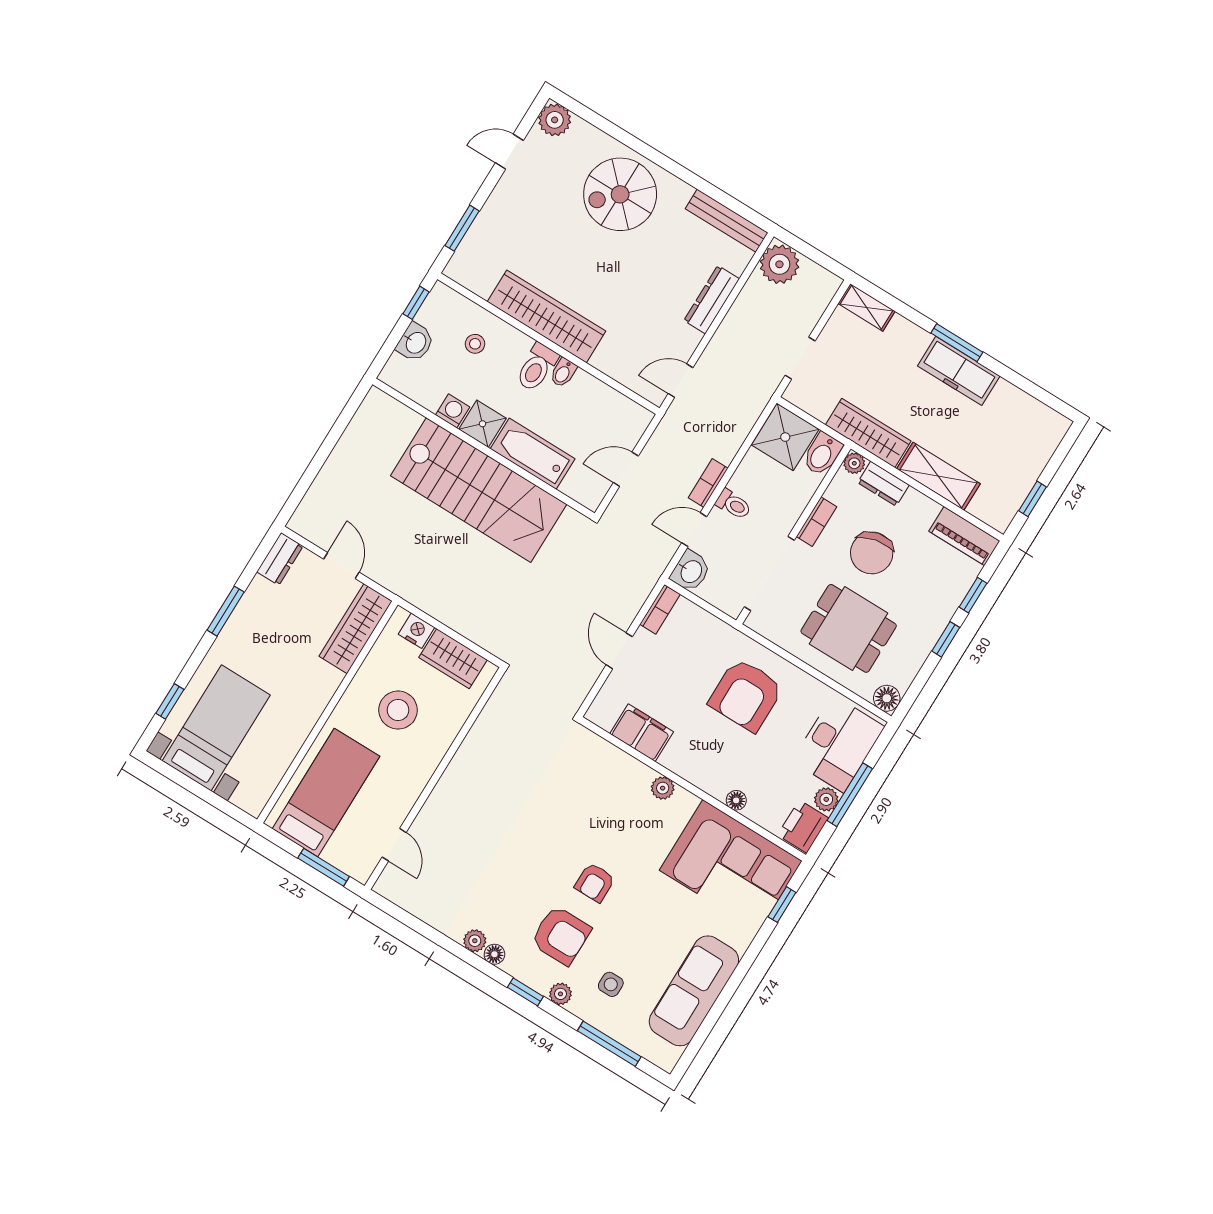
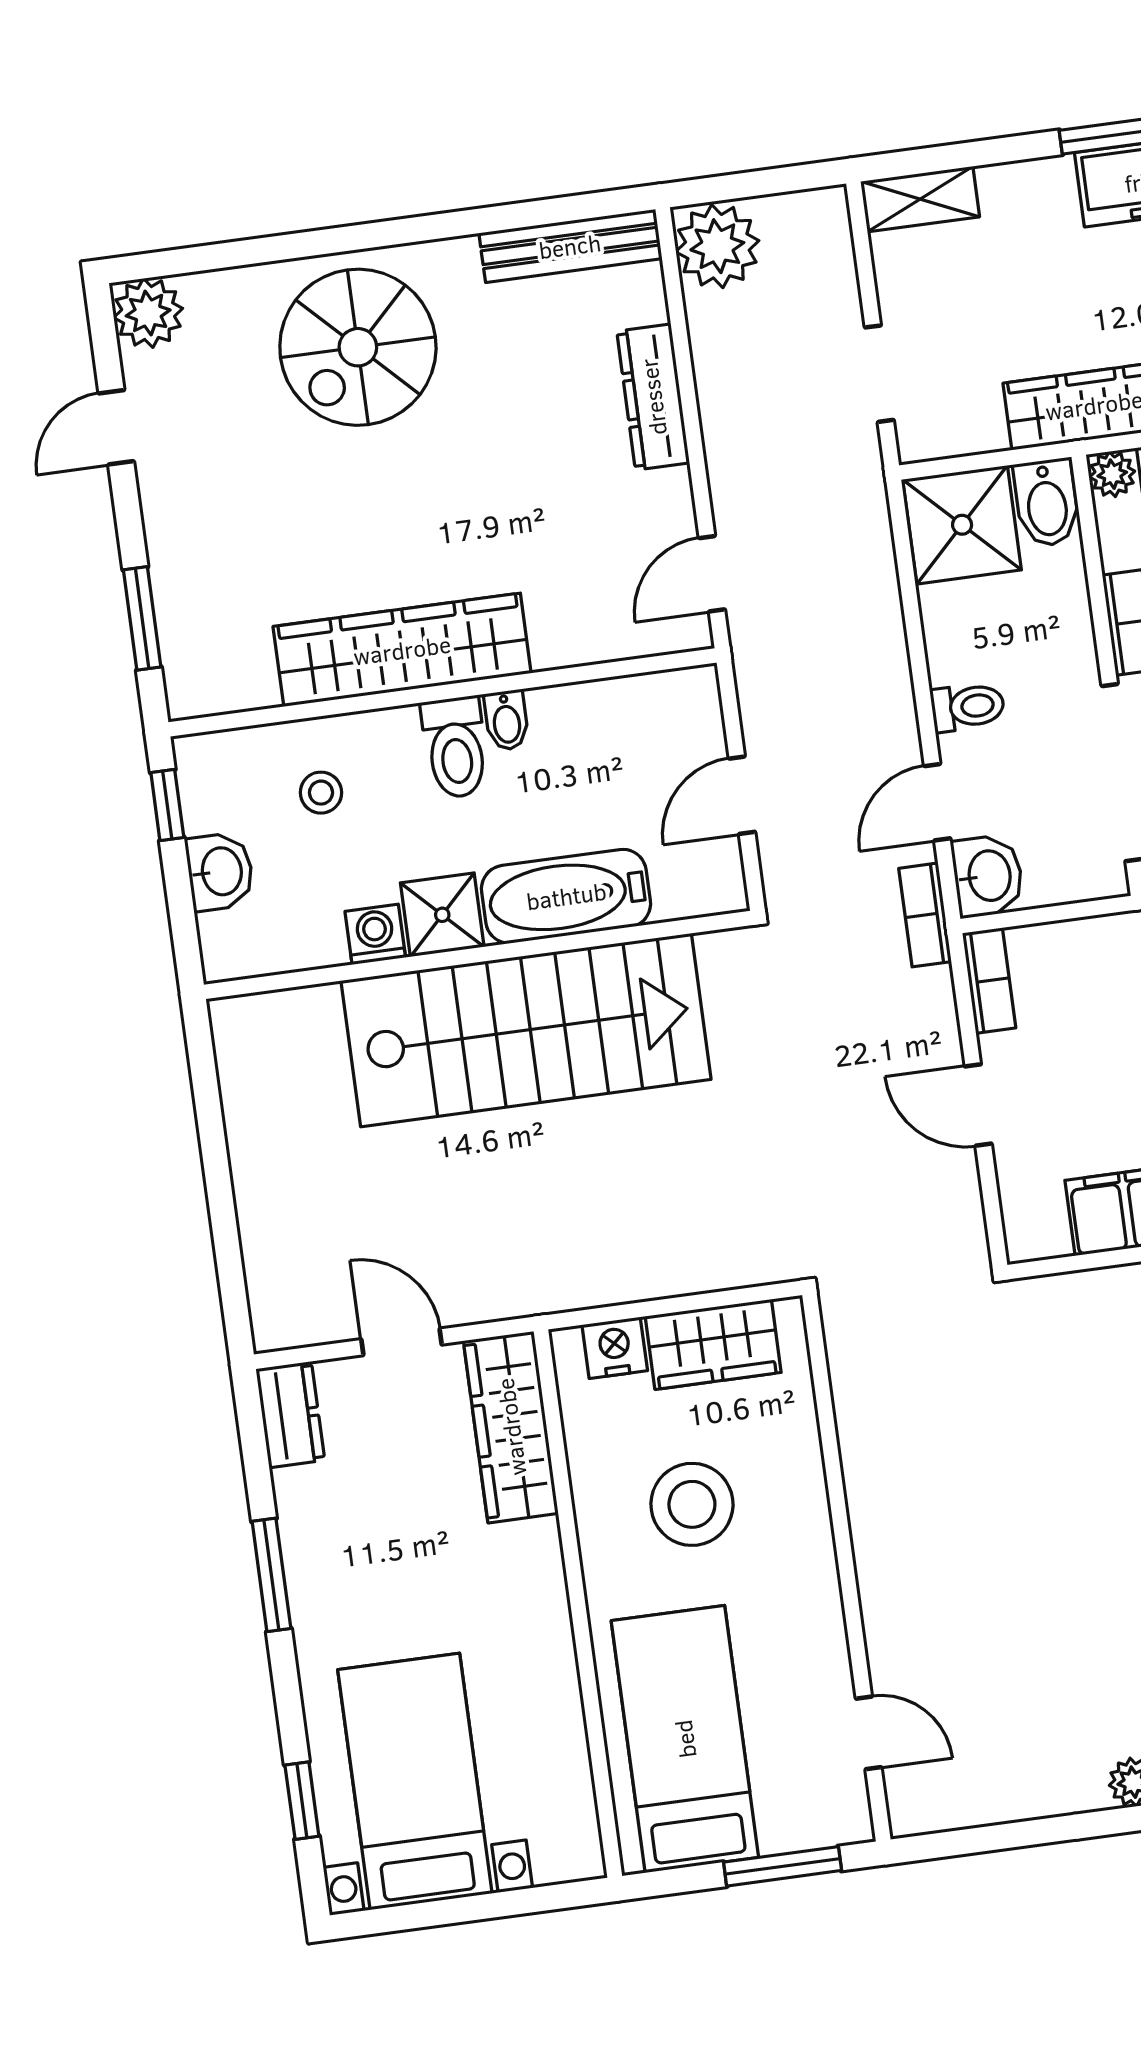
bookcase: (708, 483) -> (925, 915), moved

